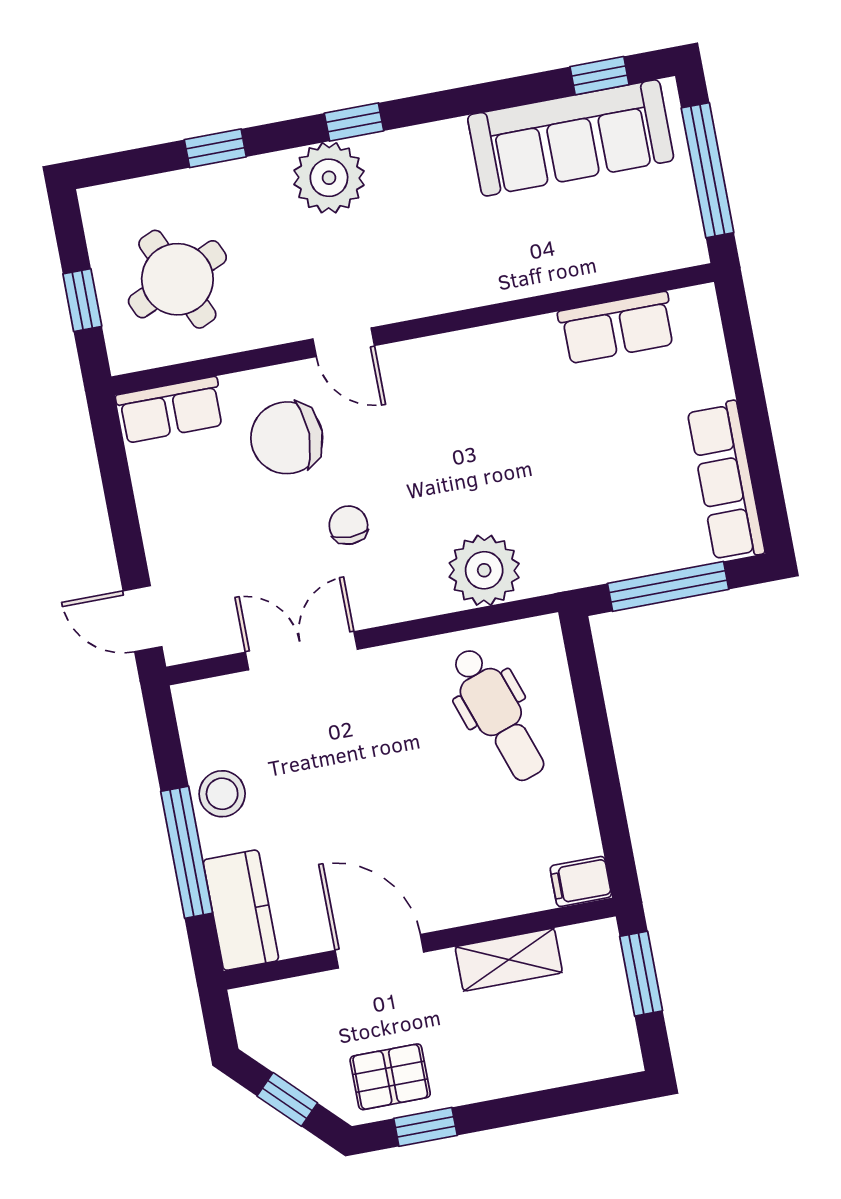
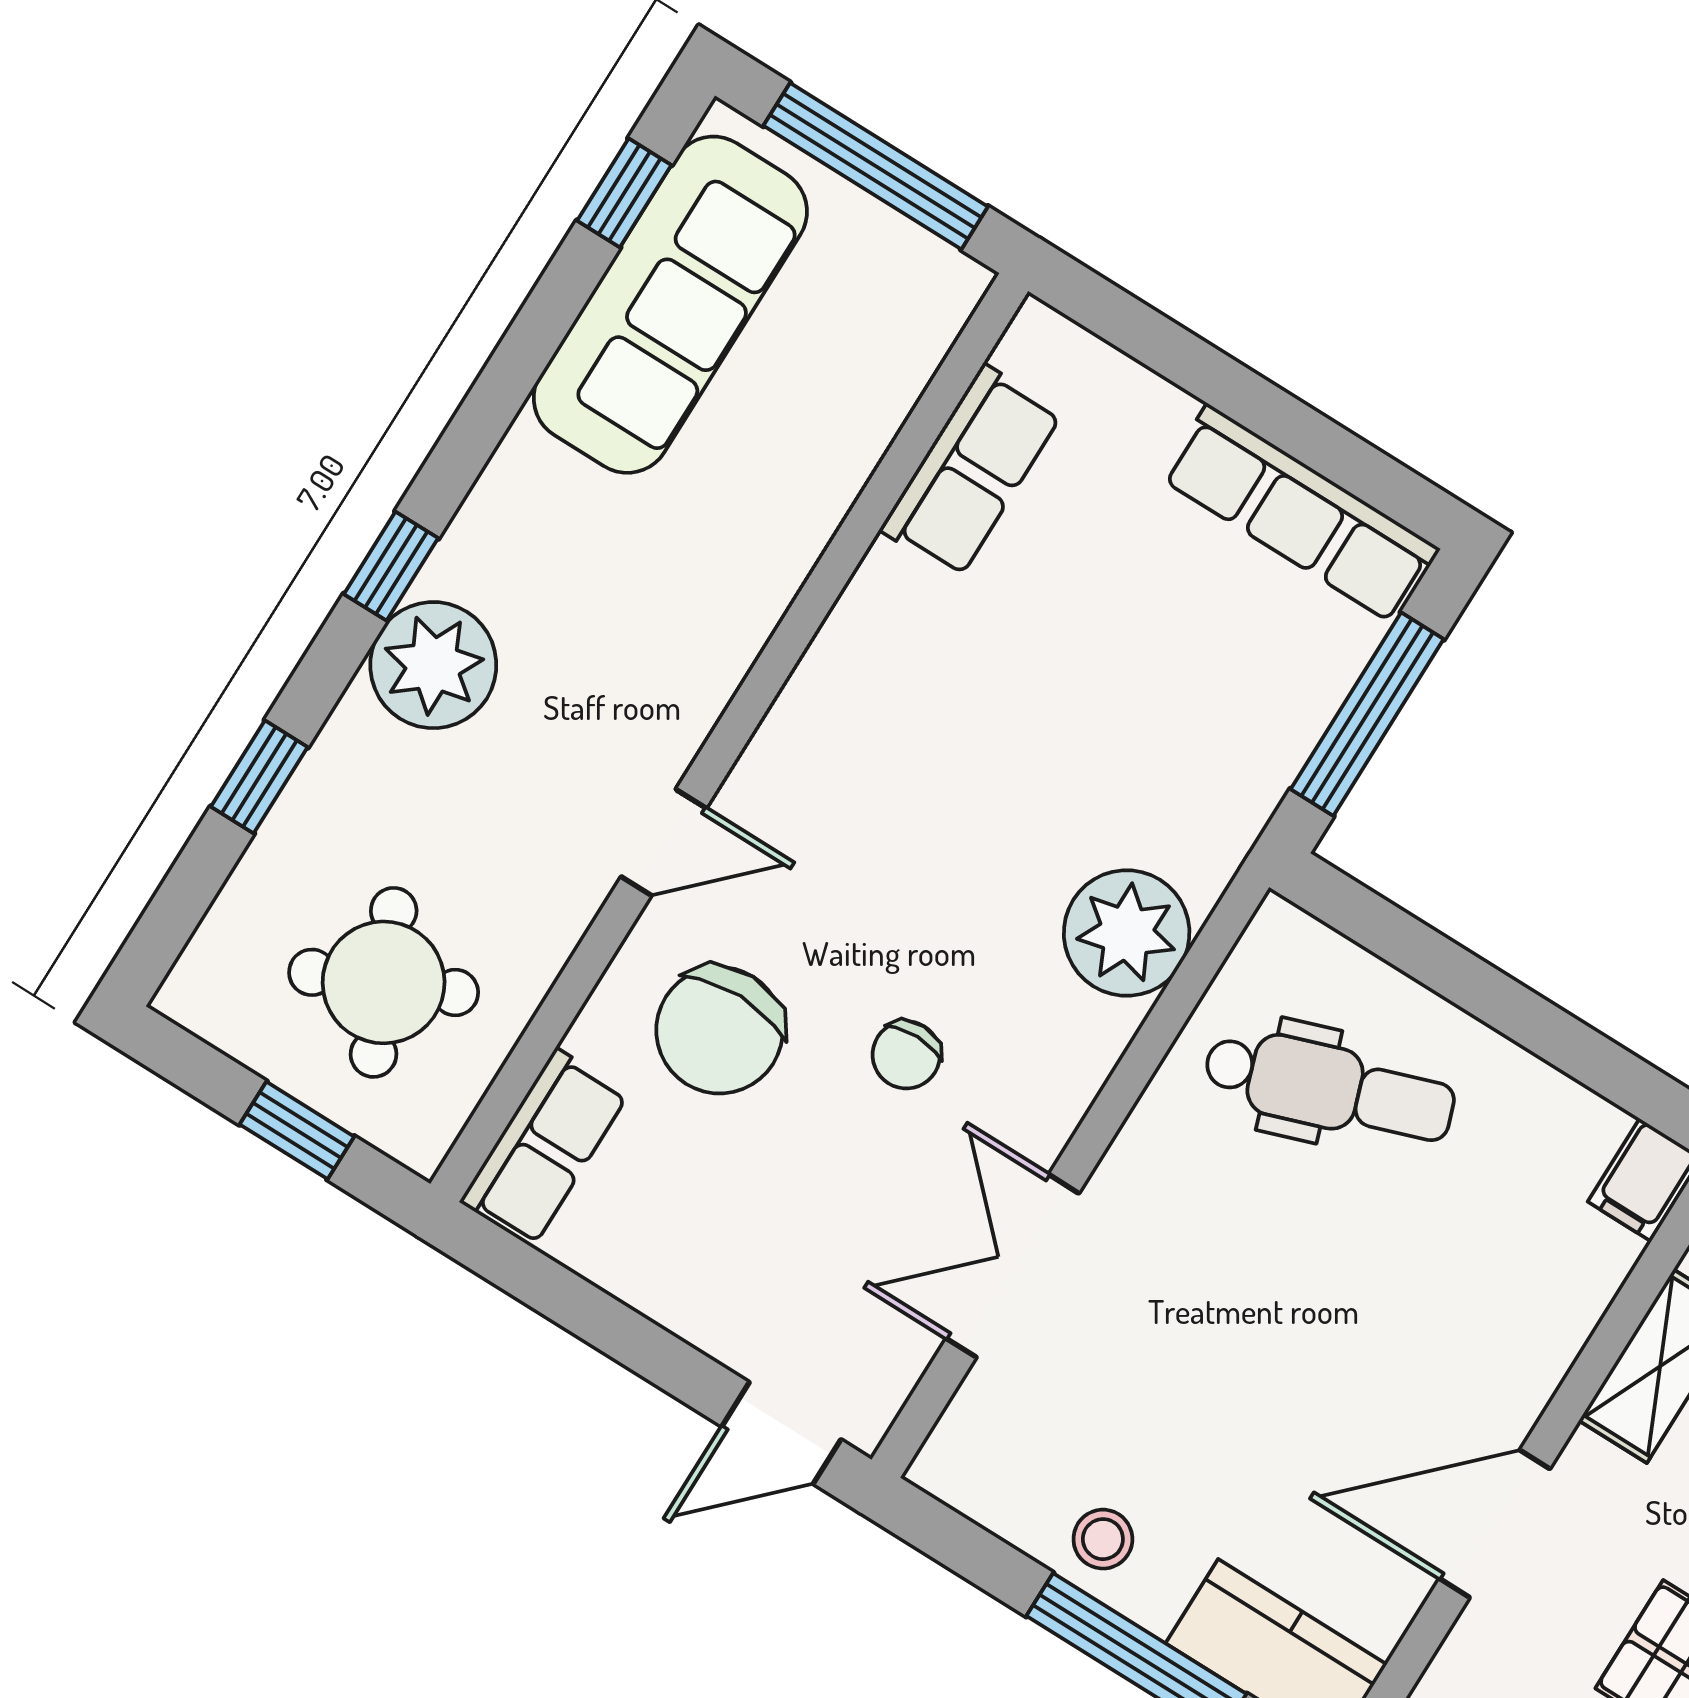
chair: (348, 525) -> (906, 1055), turned -90
stool: (222, 794) -> (1103, 1539), width x0.73, depth x0.73

